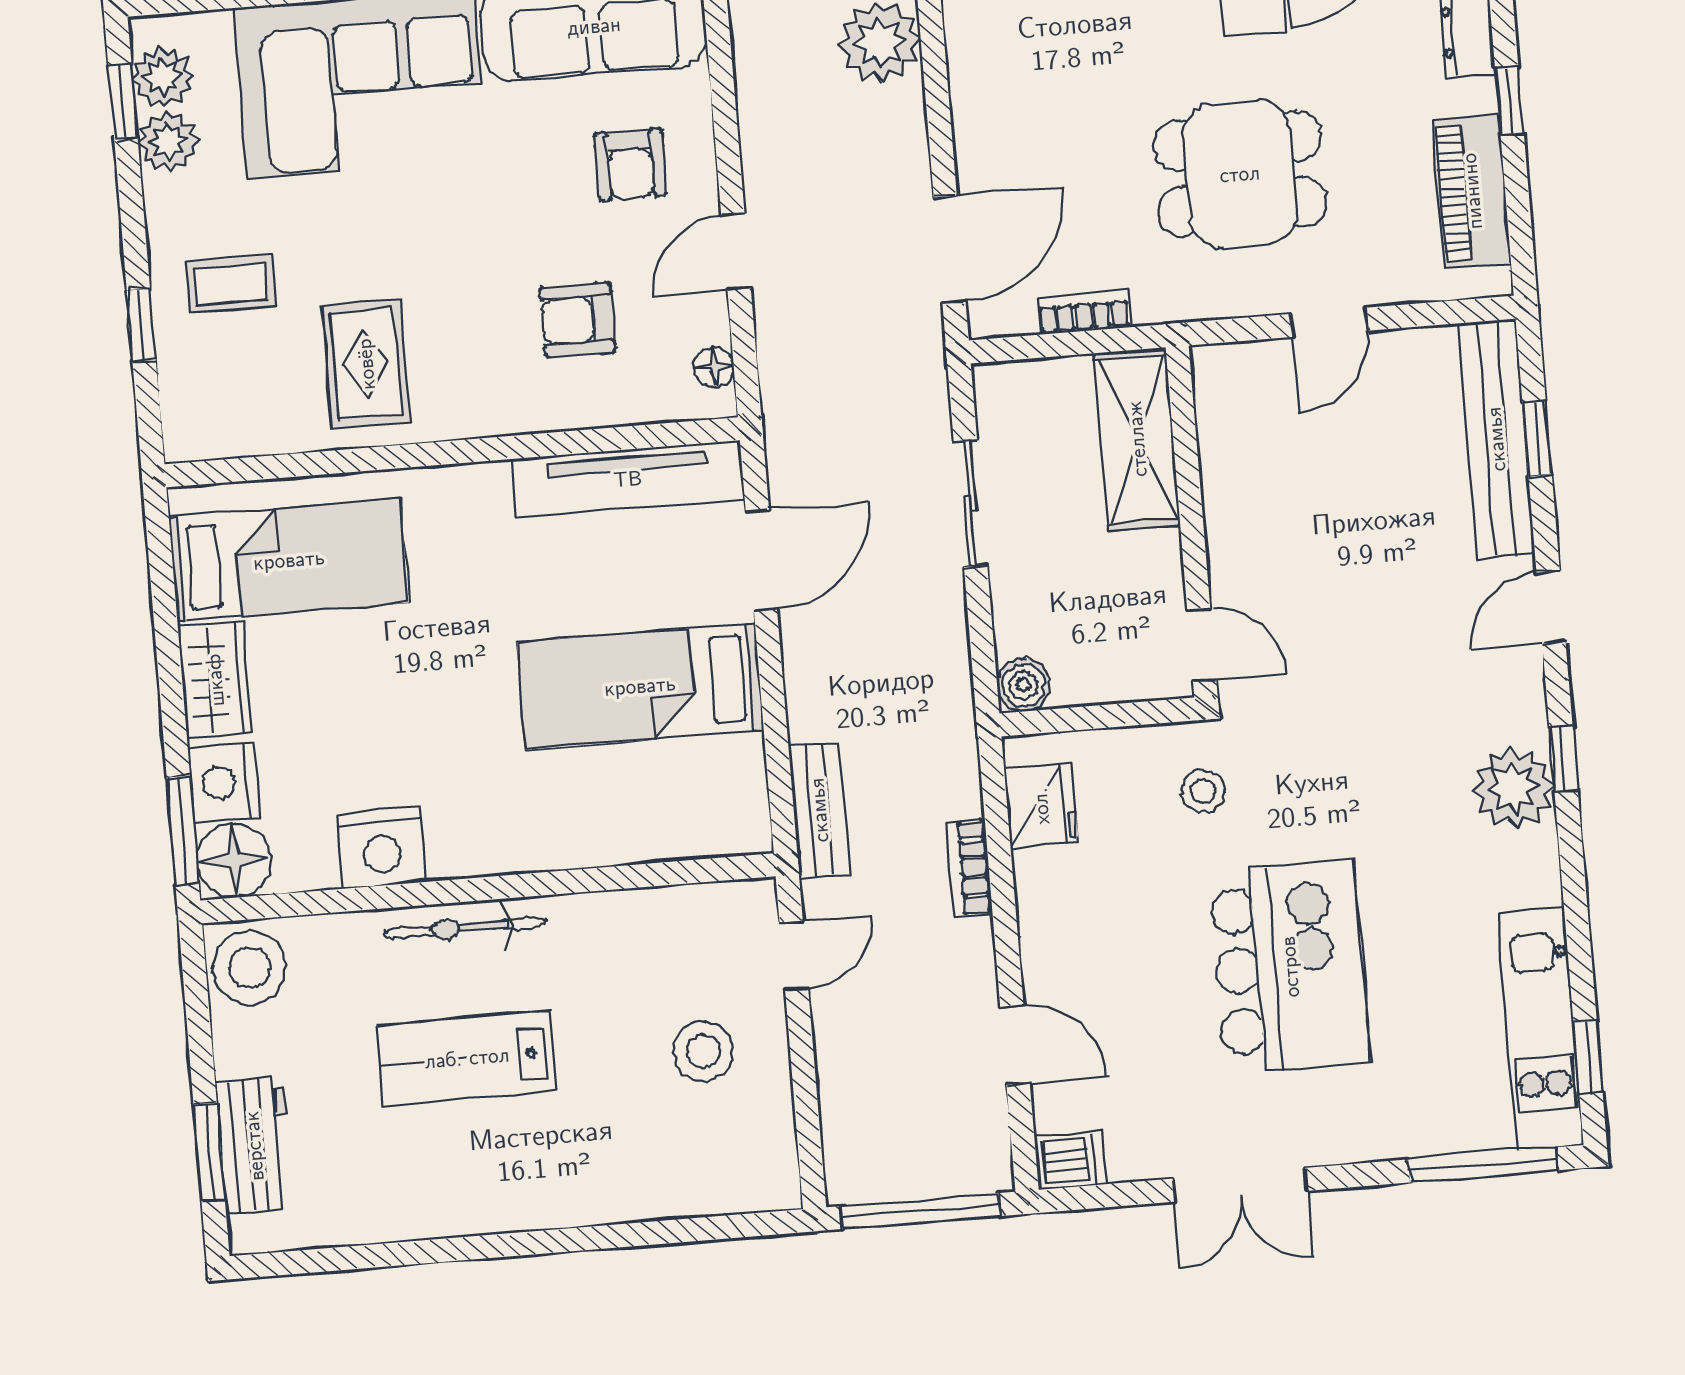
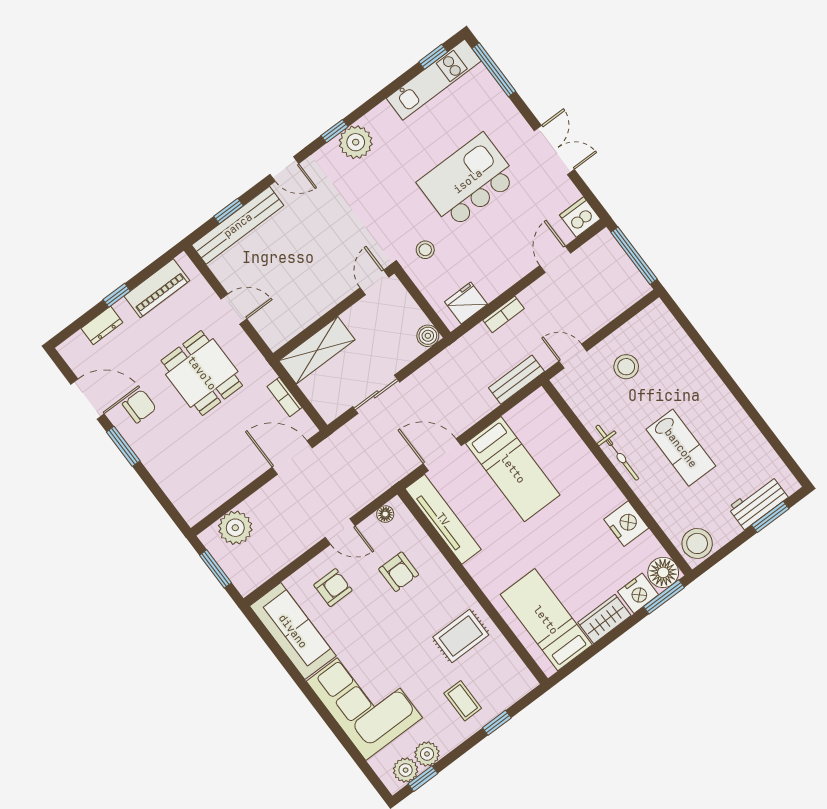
bicycle: (465, 928) -> (617, 453), moved
dishwasher: (1070, 1161) -> (580, 217), width x1.38

